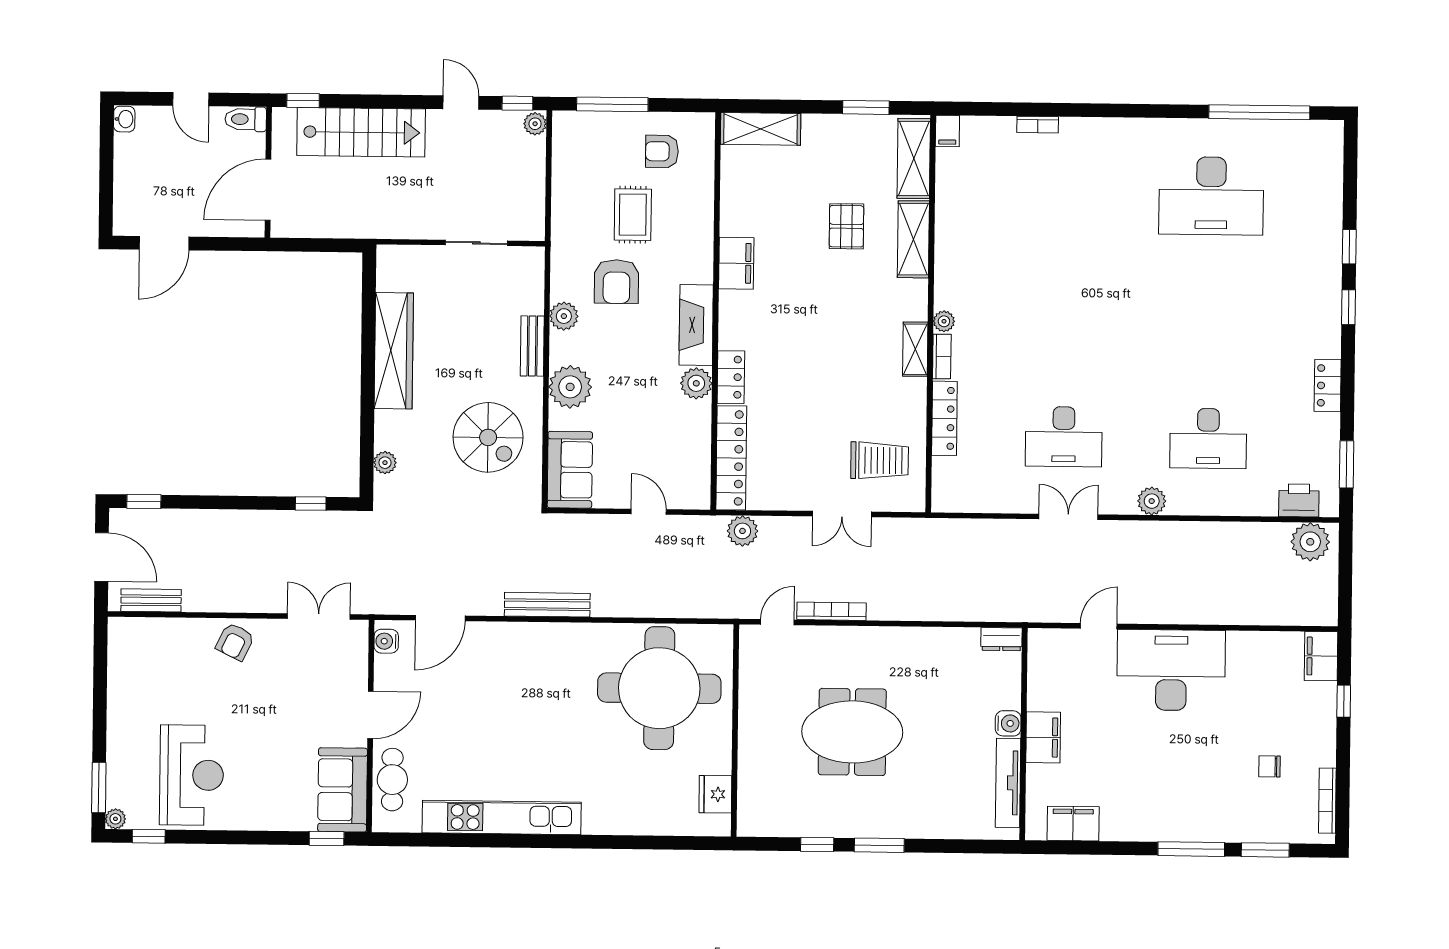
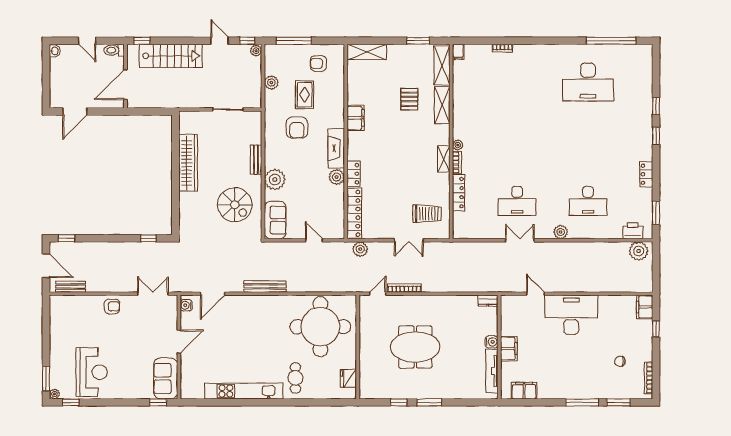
plant: (564, 316) -> (271, 83), moved
plant: (385, 463) -> (184, 218), removed
door: (1099, 626) -> (535, 294), hinge flipped
armchair: (235, 642) -> (112, 306), turned -116
cafe table: (392, 780) -> (295, 378), moved

